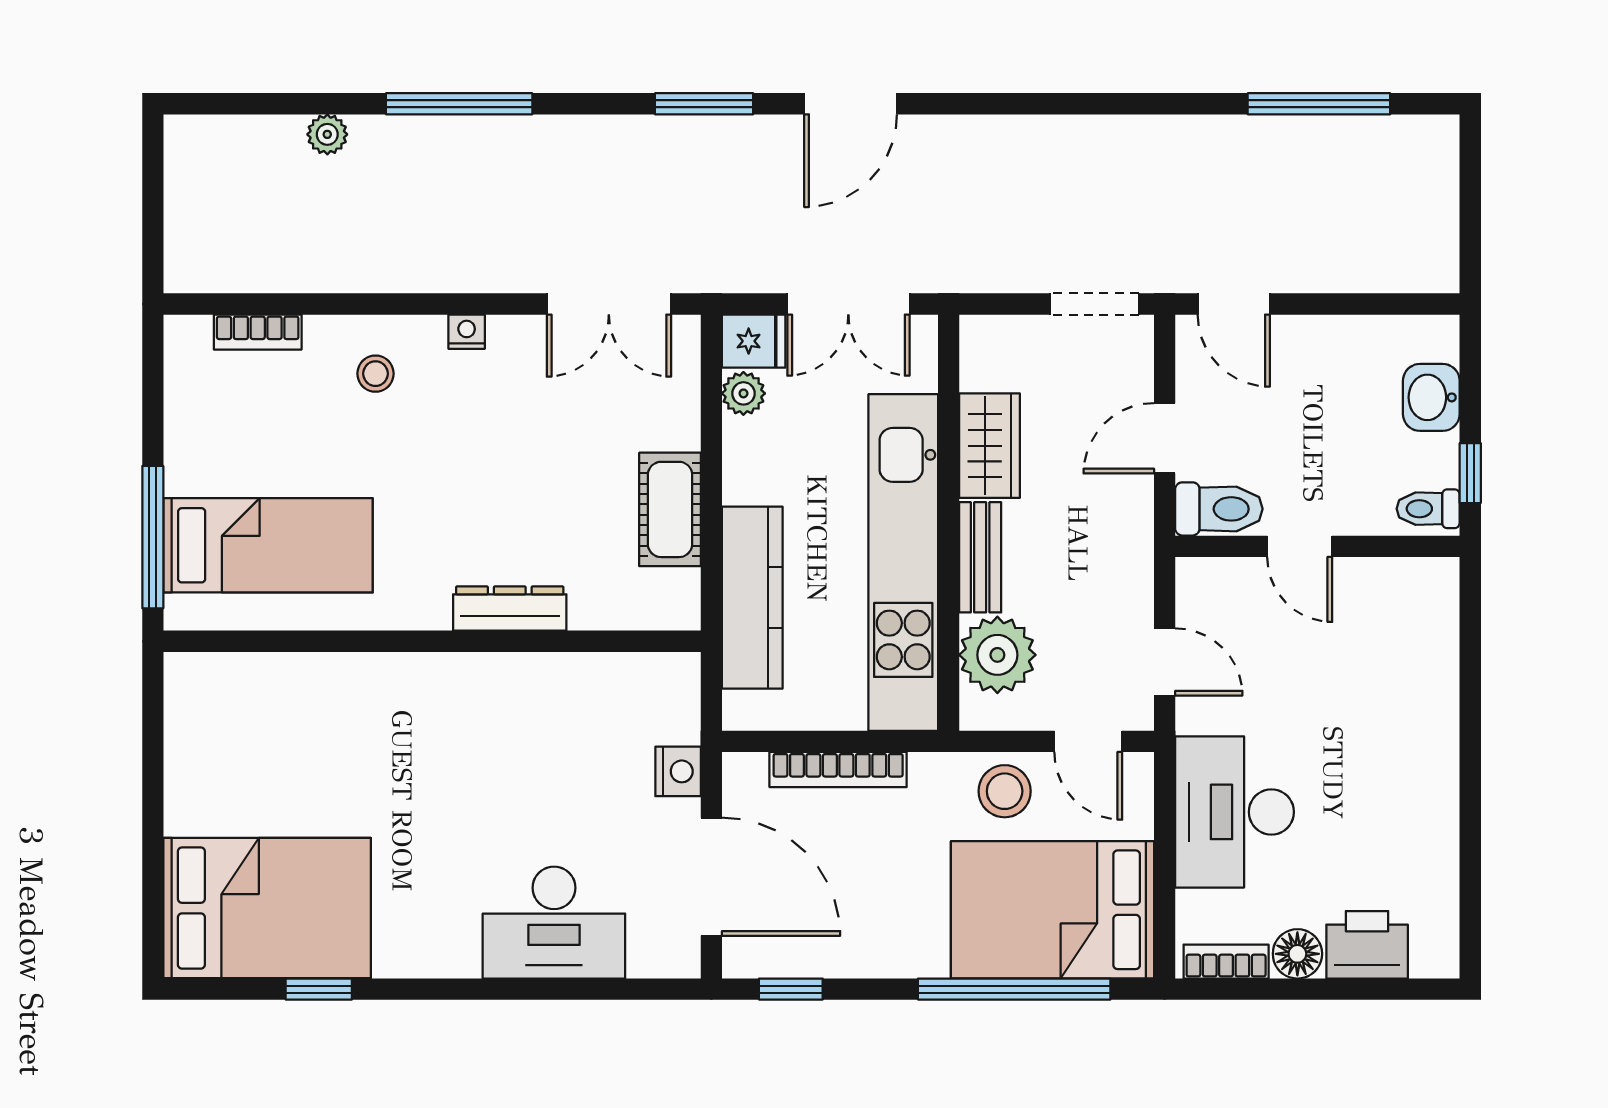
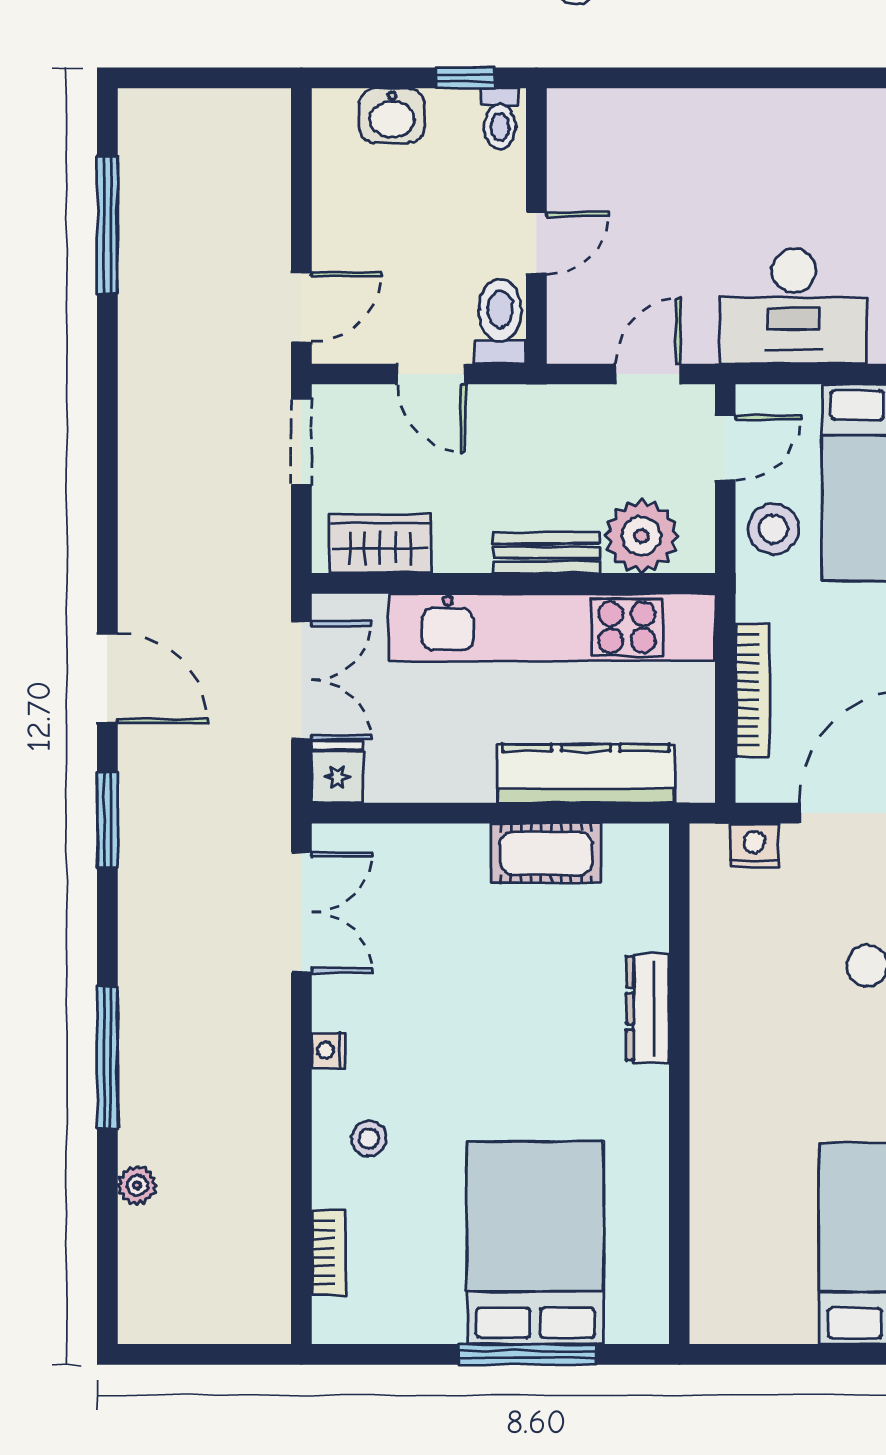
plant: (743, 393) -> (388, 782), removed
wardrobe: (989, 446) -> (380, 544), moved
cot: (670, 509) -> (546, 853), moved
bed: (268, 545) -> (535, 1243), width x1.50
dresser: (510, 609) -> (648, 1008), moved
wall: (432, 641) -> (679, 1084), moved

